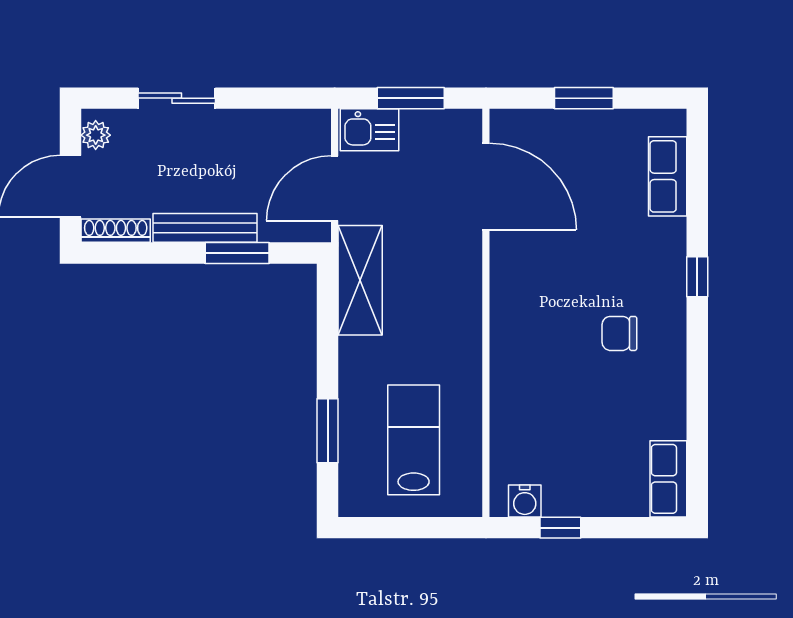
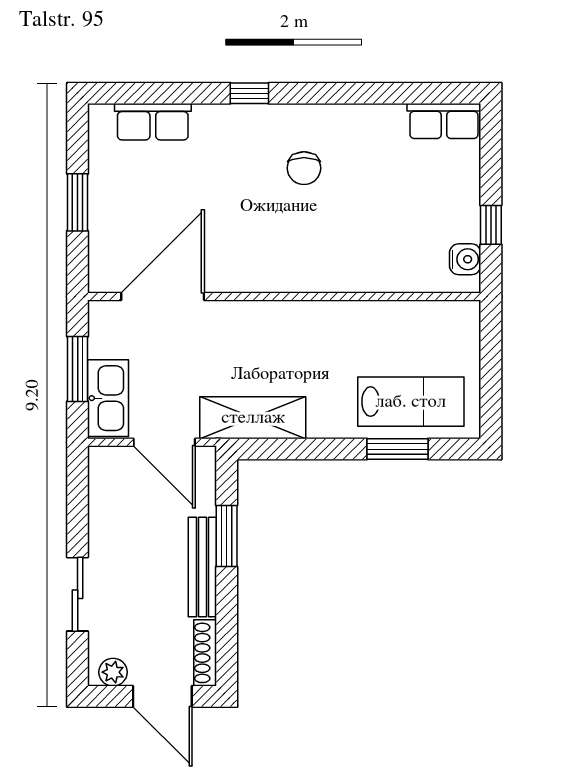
kitchen sink: (370, 130) -> (108, 398), width x1.38
lab bench: (414, 440) -> (411, 402), moved, turned 180

